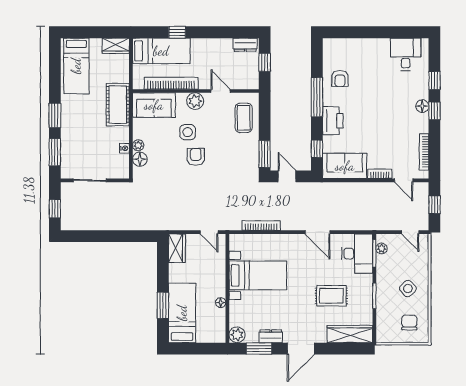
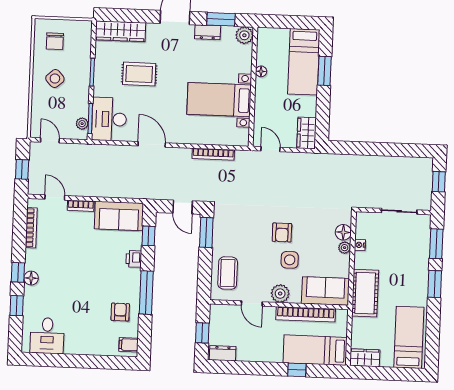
filing cabinet: (331, 49) -> (128, 345), added
printer: (333, 121) -> (134, 259), width x0.53, depth x0.68

